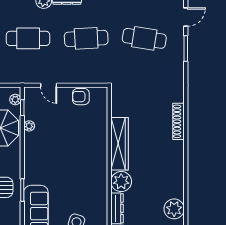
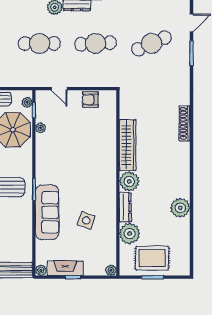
cafe table: (144, 38) -> (152, 43), turned -33

